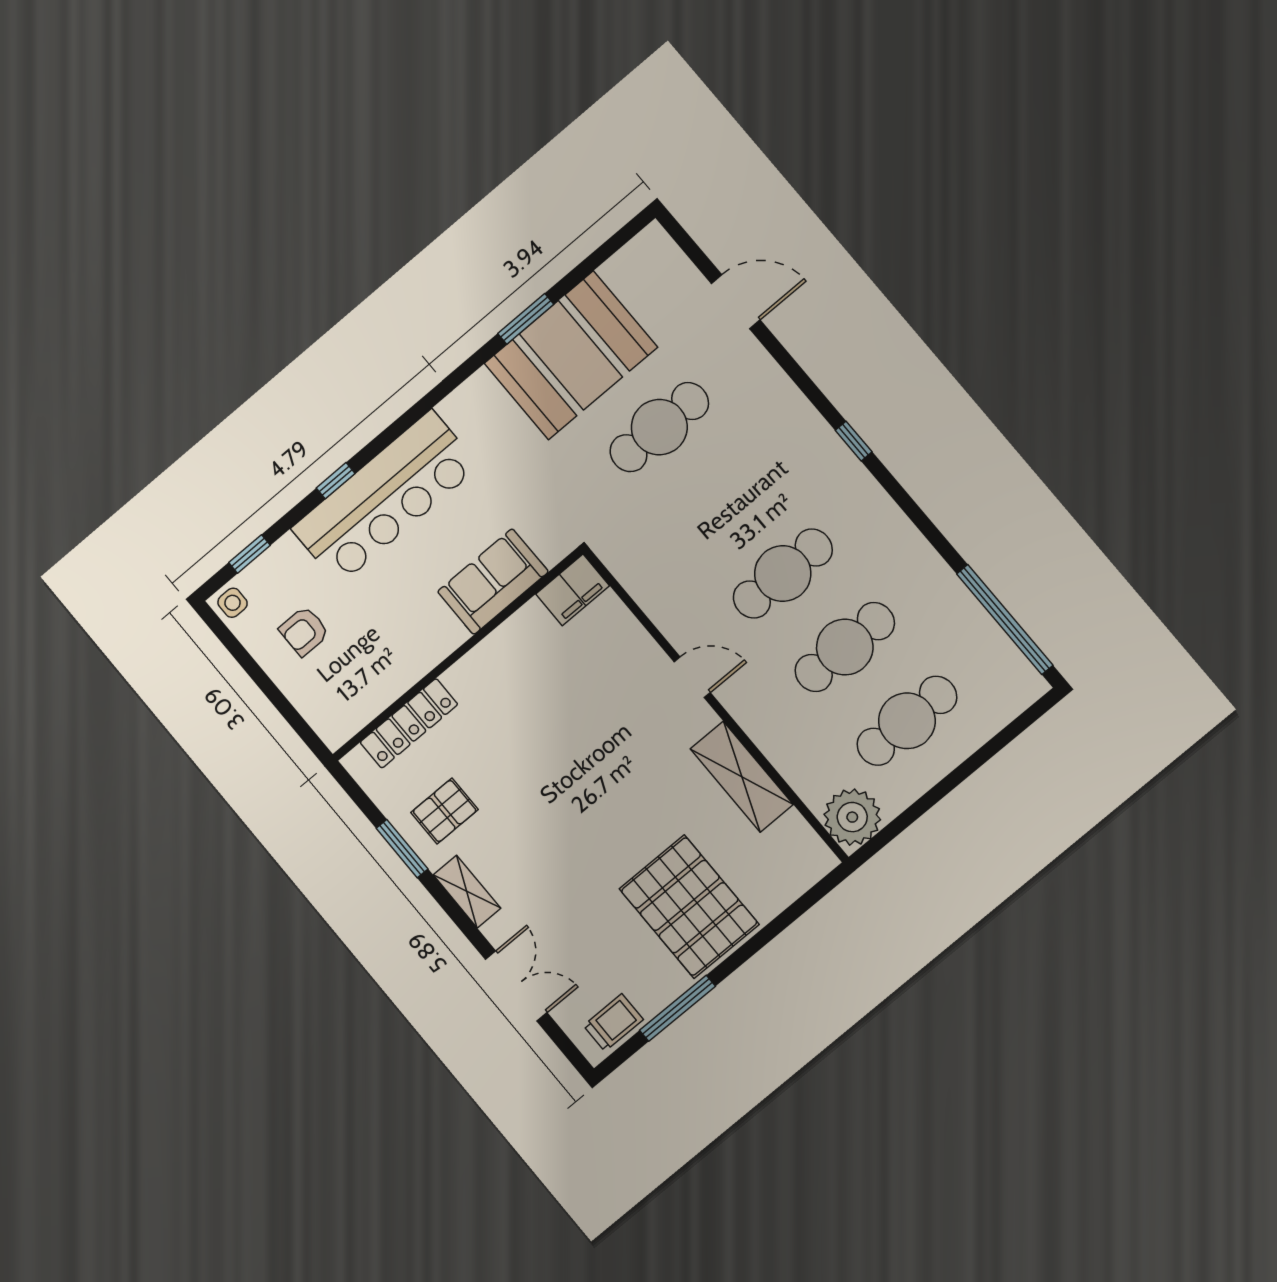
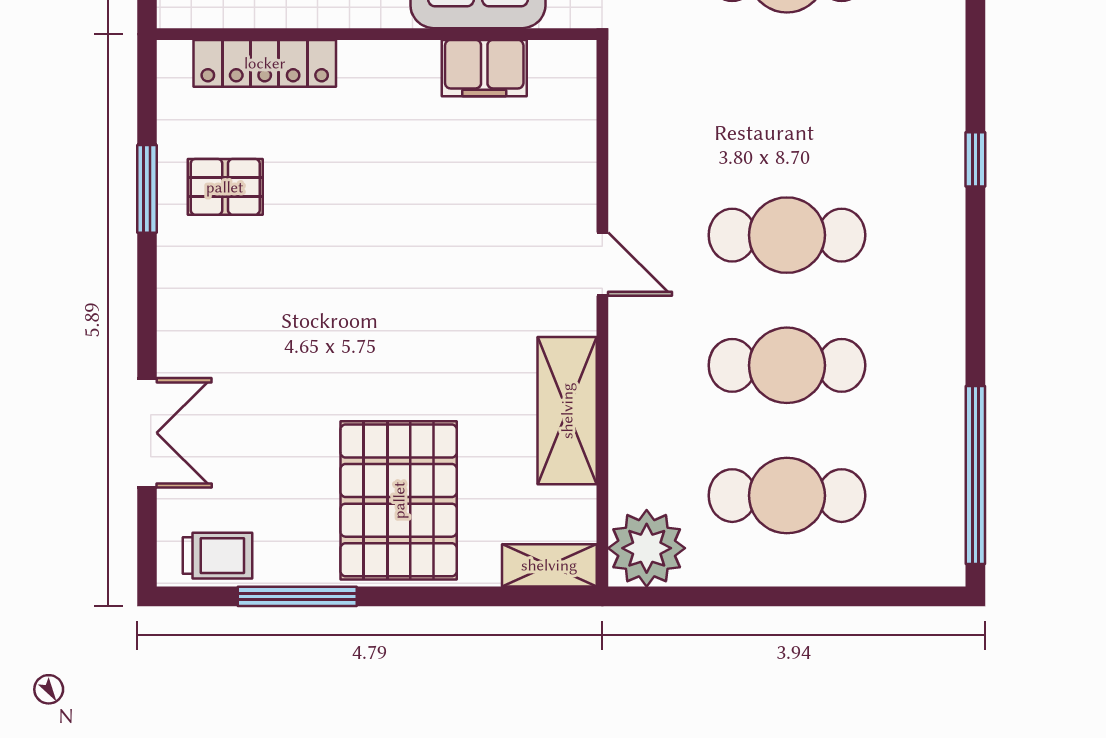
filing cabinet: (573, 590) -> (484, 68), moved
shelving: (467, 892) -> (549, 565), moved, turned 90

